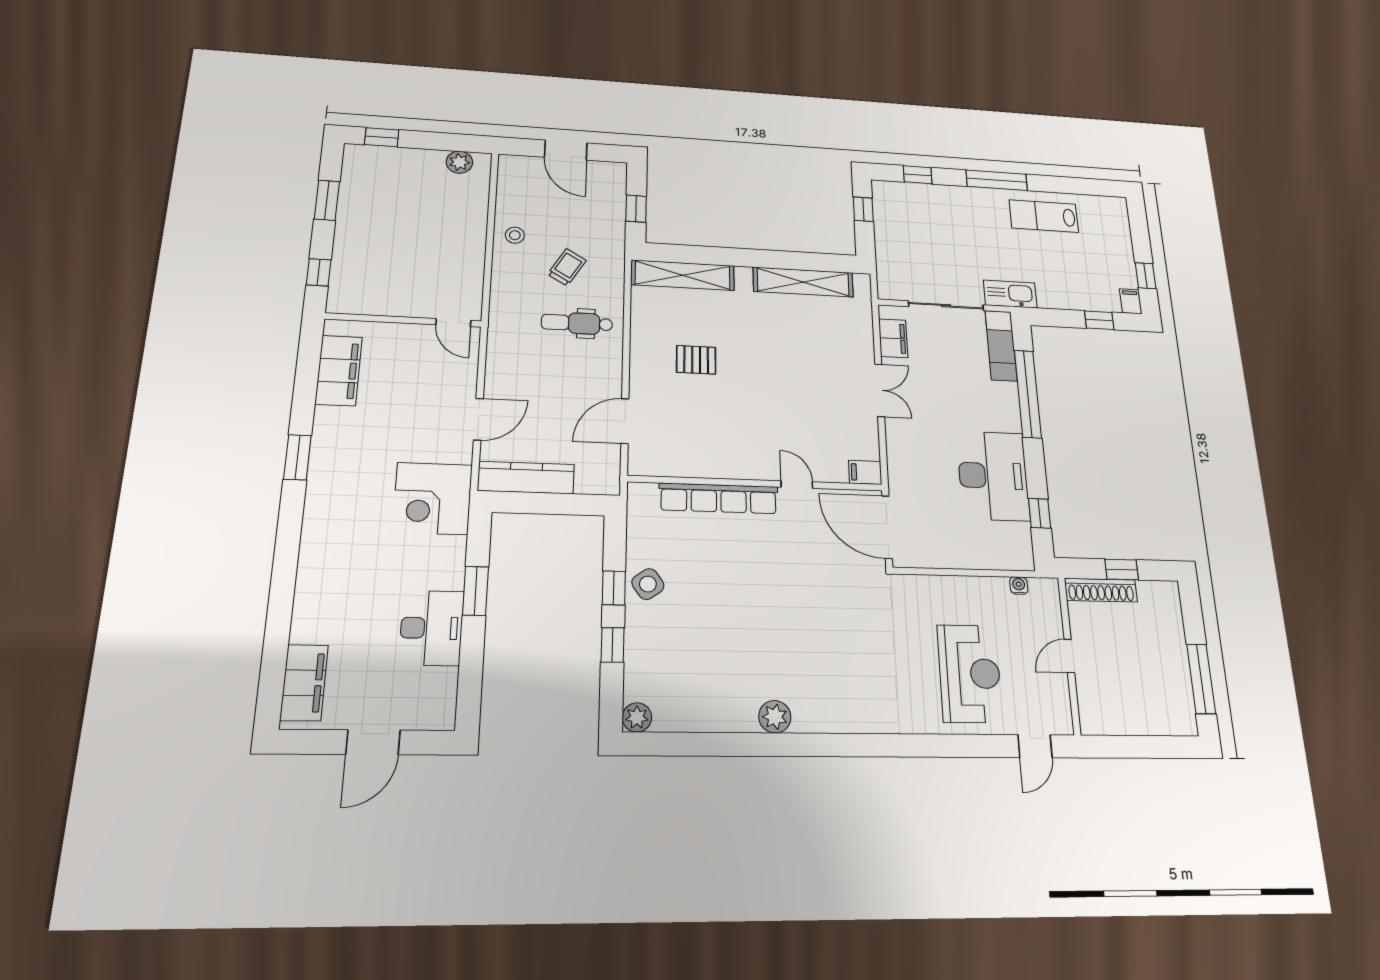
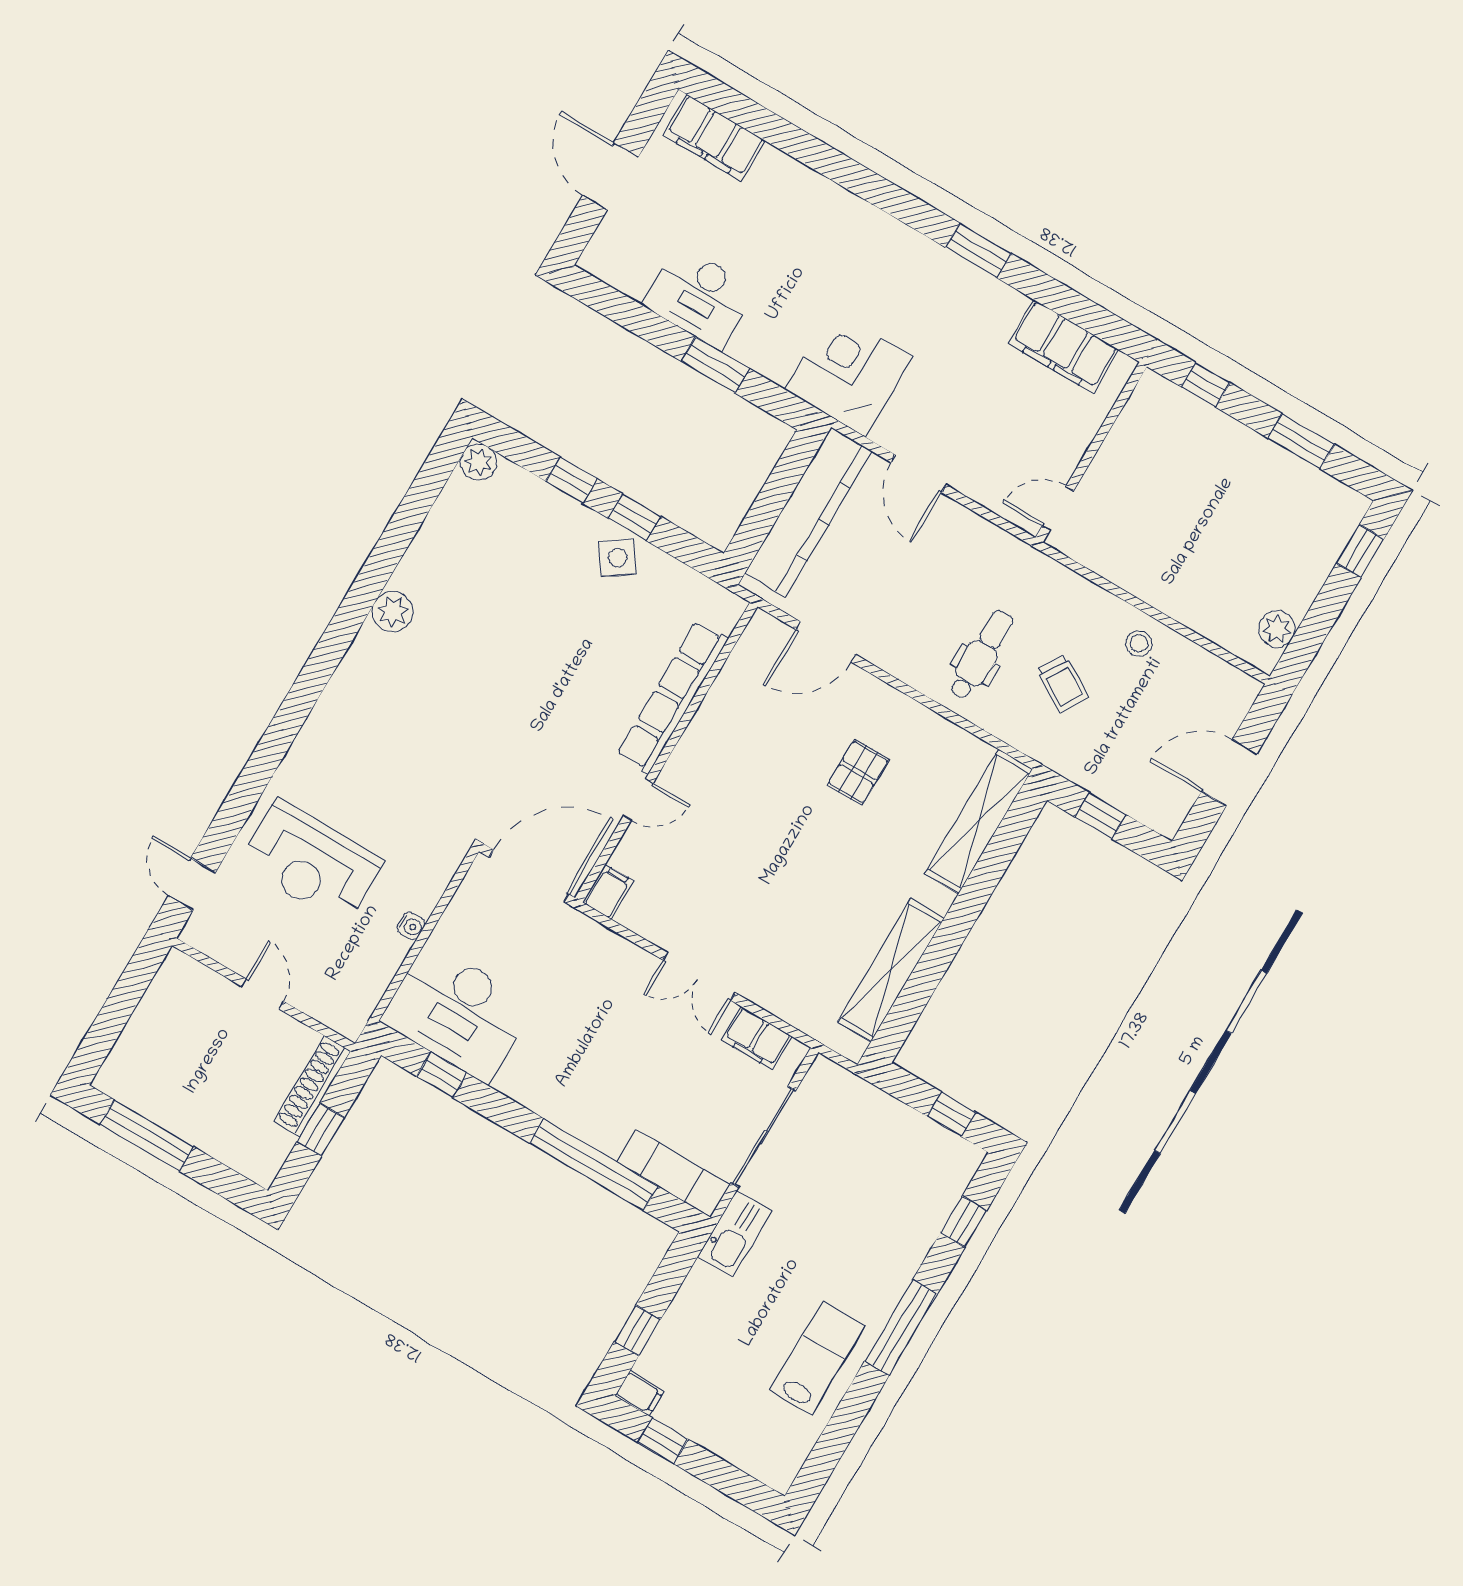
door: (625, 421) -> (826, 642), swing flipped
desk: (993, 476) -> (458, 1012), moved
kitchen counter: (526, 478) -> (808, 512), width x1.39, depth x1.17
water cooler: (1019, 586) -> (411, 926), moved

